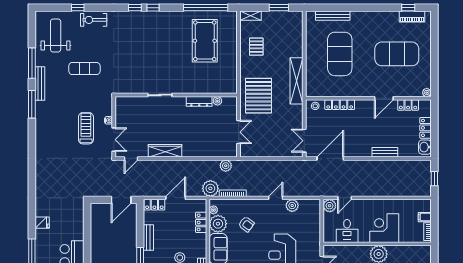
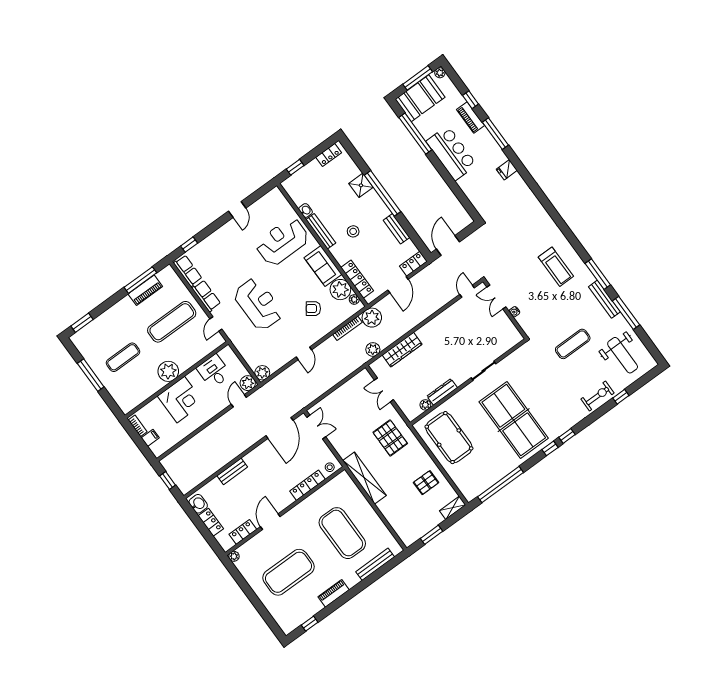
piano: (412, 17) -> (334, 593), moved
pool table: (205, 41) -> (449, 438), moved
table tennis table: (164, 46) -> (514, 420), added
pallet: (256, 47) -> (426, 483), turned 90
pallet: (258, 96) -> (390, 438), width x0.73, depth x0.71
treadmill: (86, 128) -> (556, 267), moved
wardrobe: (165, 151) -> (402, 350), moved
plant: (292, 206) -> (262, 373), moved
locker: (201, 222) -> (357, 279), width x1.53

